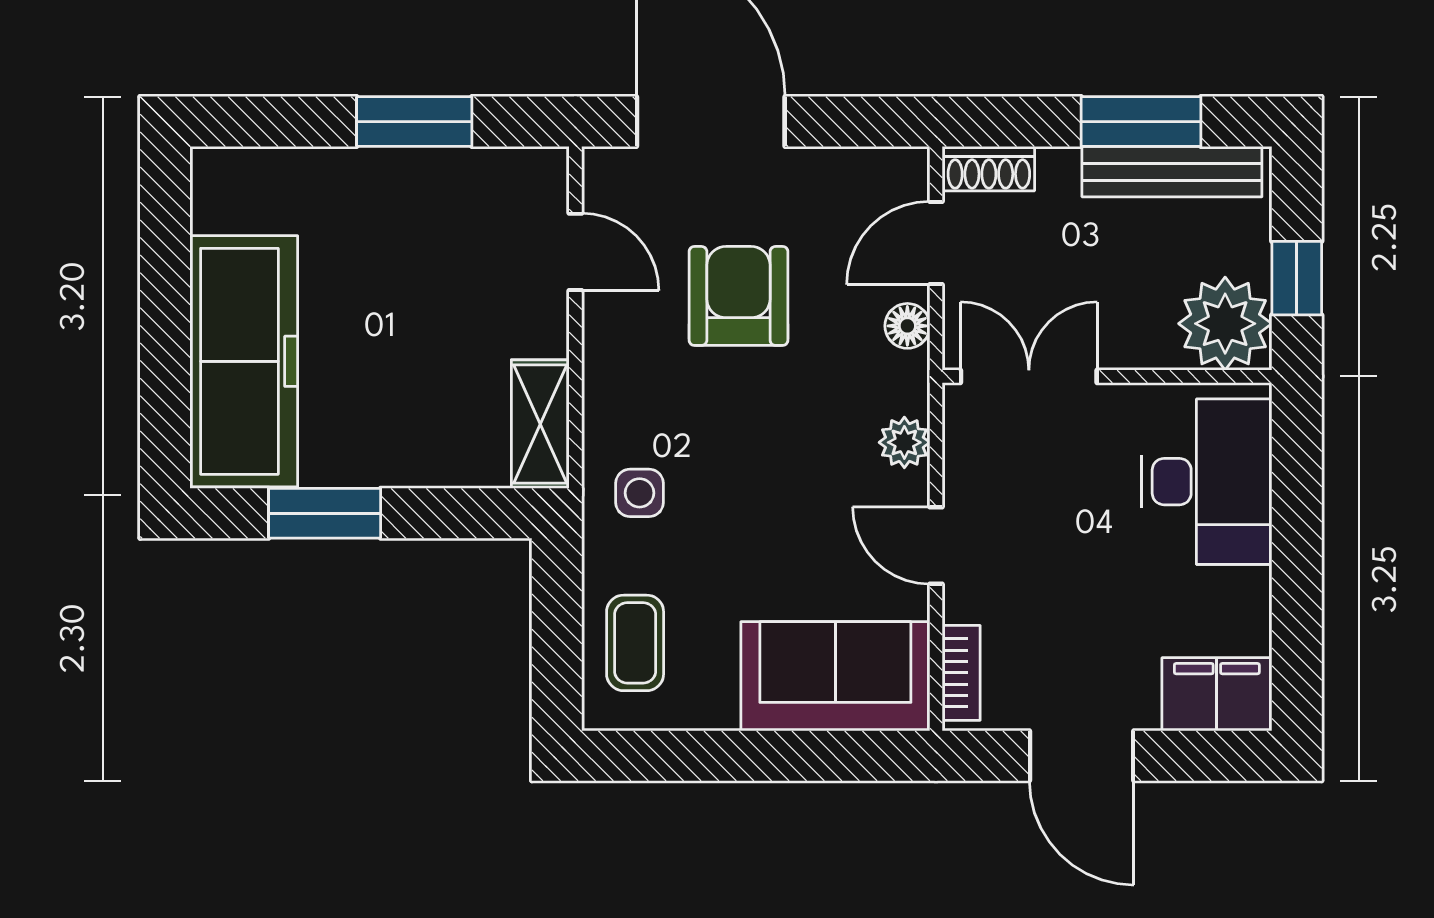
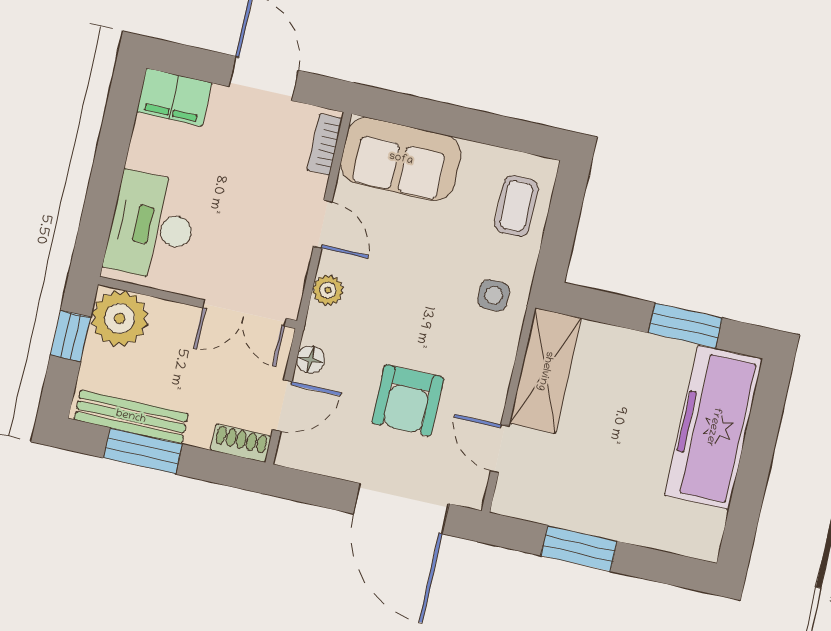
shelving: (540, 424) -> (545, 371), width x1.50, depth x1.33

